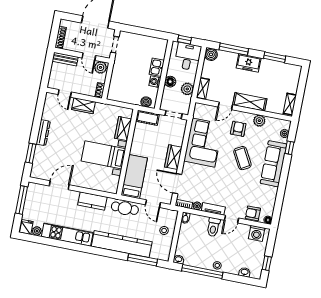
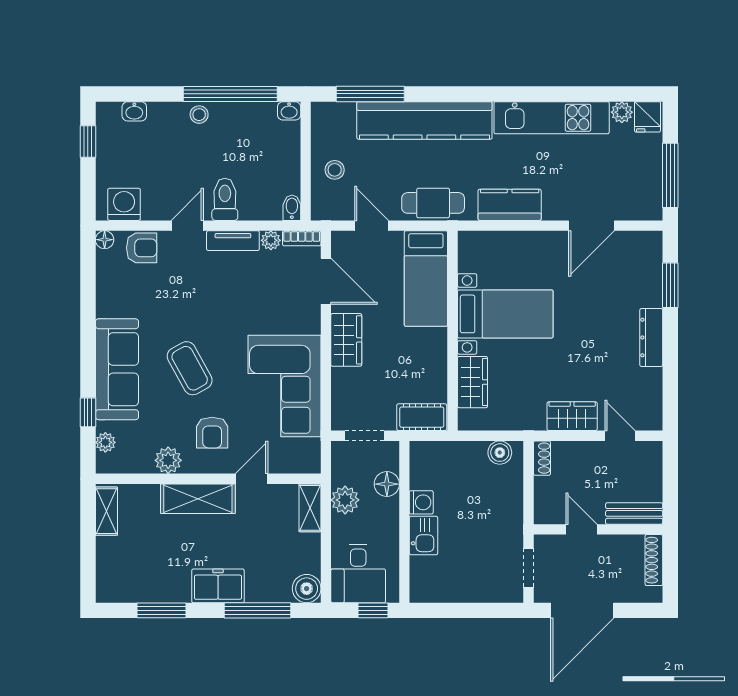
plant: (100, 67) -> (551, 510), removed
floor lamp: (170, 82) -> (387, 484), moved
boiler: (146, 102) -> (500, 453), moved

